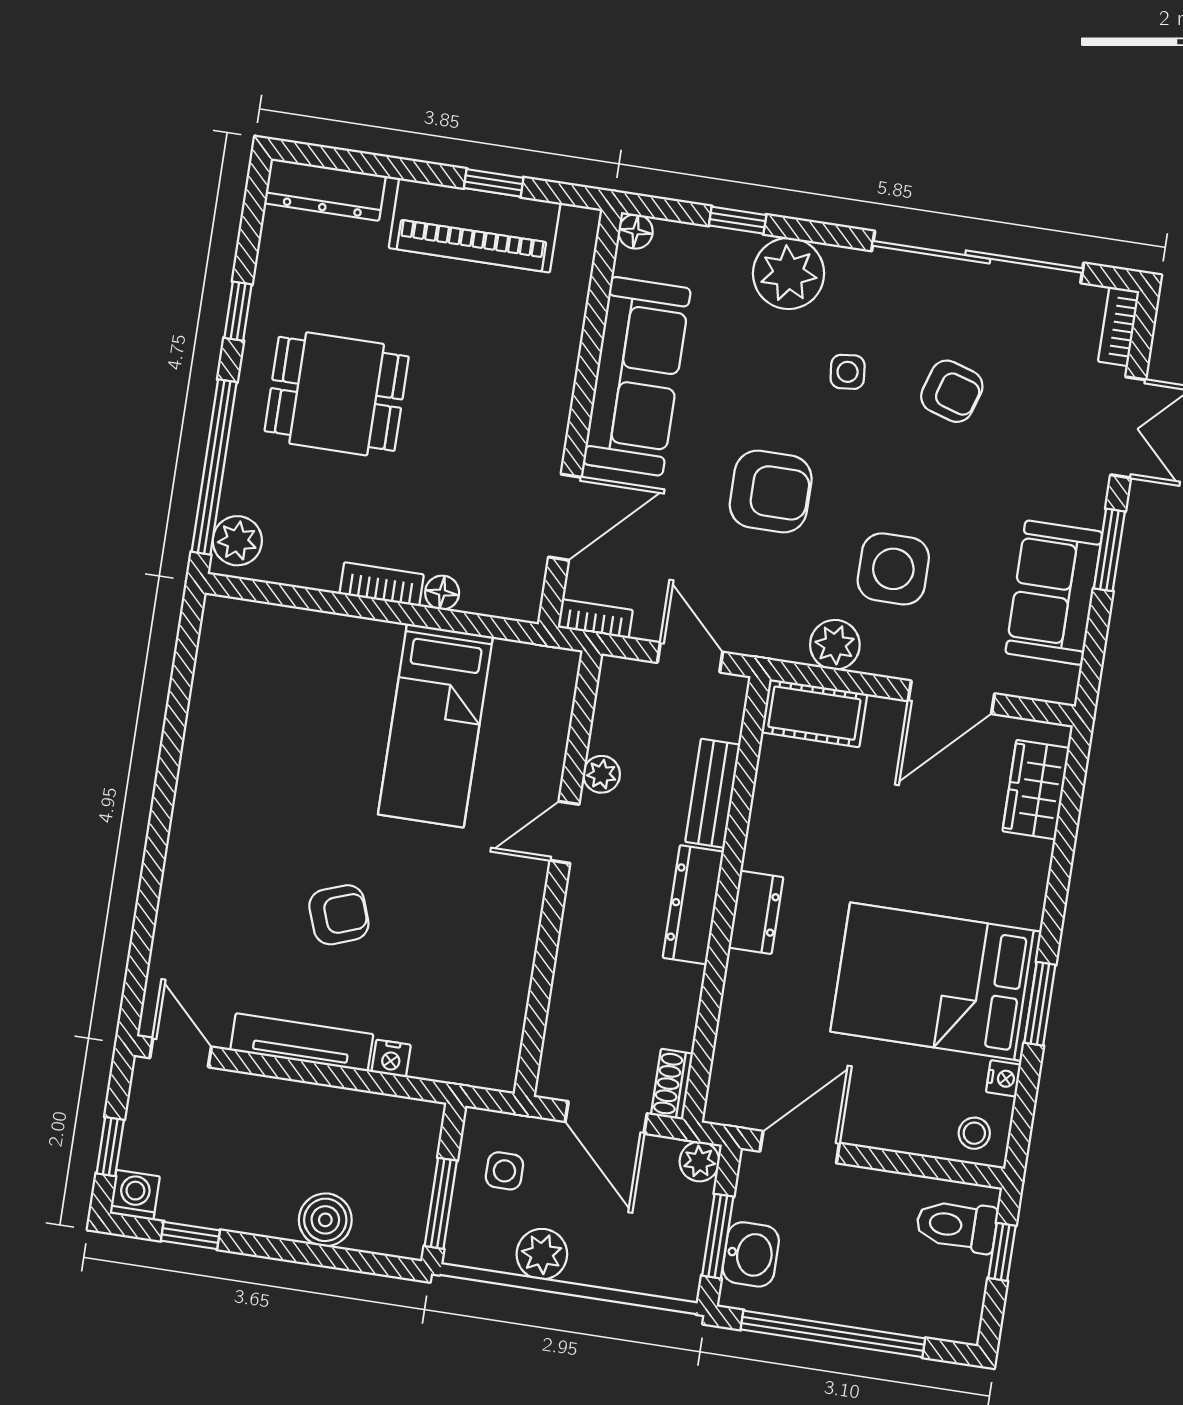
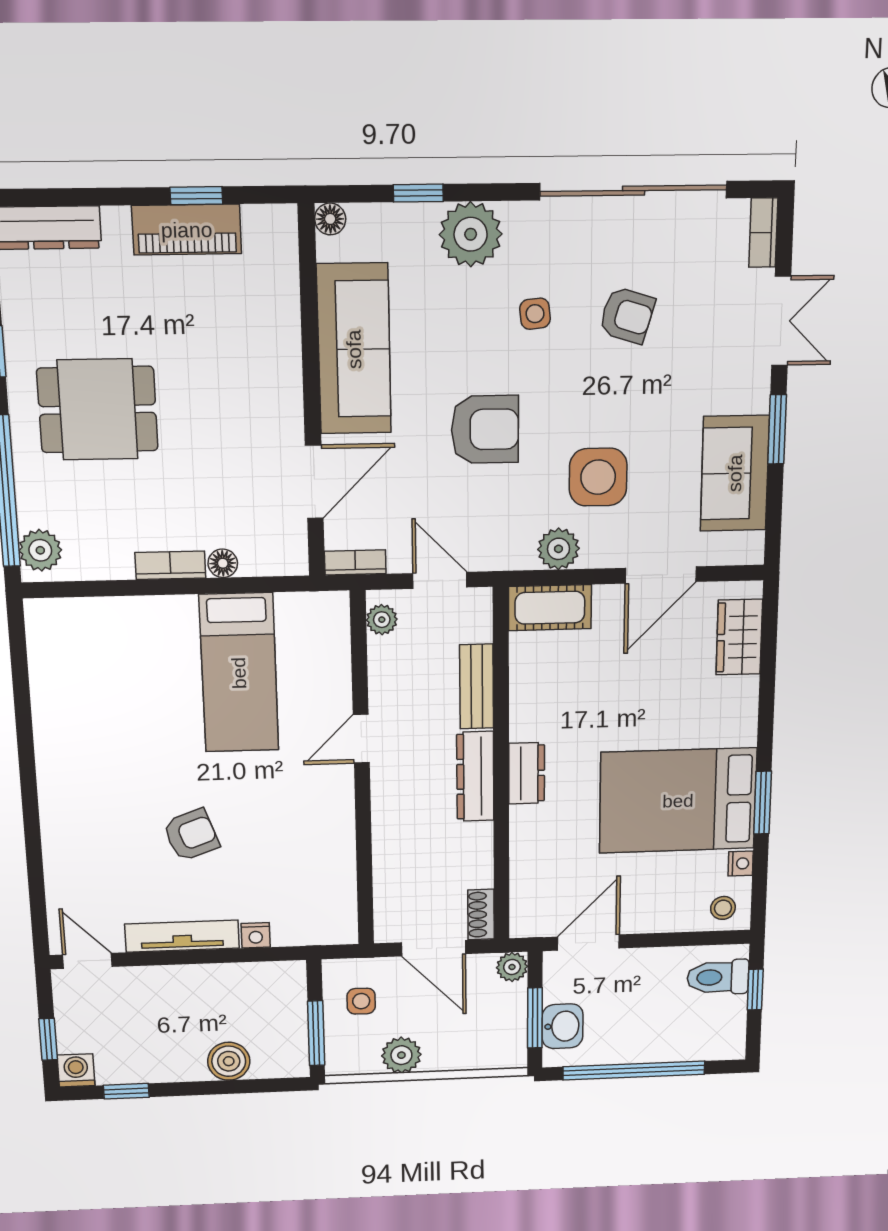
piano: (475, 225) -> (187, 230), width x0.73, depth x0.75
plant: (602, 774) -> (382, 620), moved

